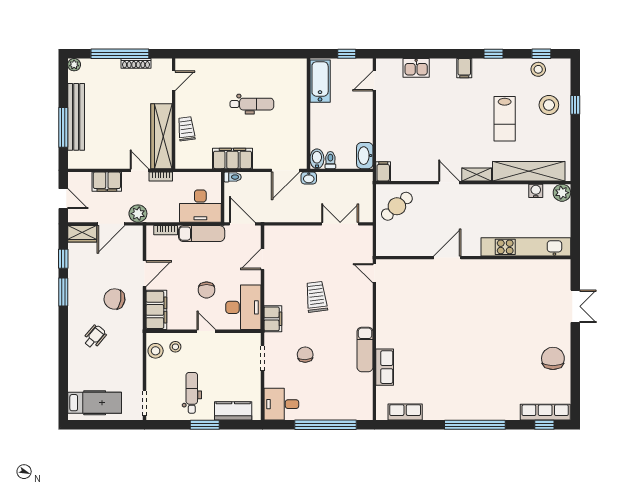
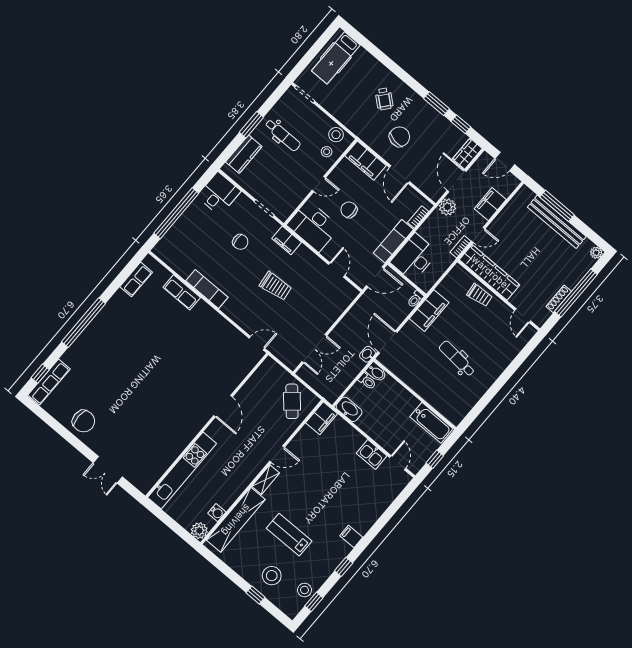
kitchen sink: (416, 68) -> (372, 454), moved, turned -90
dental chair: (252, 104) -> (457, 359), turned 95
filing cabinet: (383, 171) -> (322, 418), width x2.00

